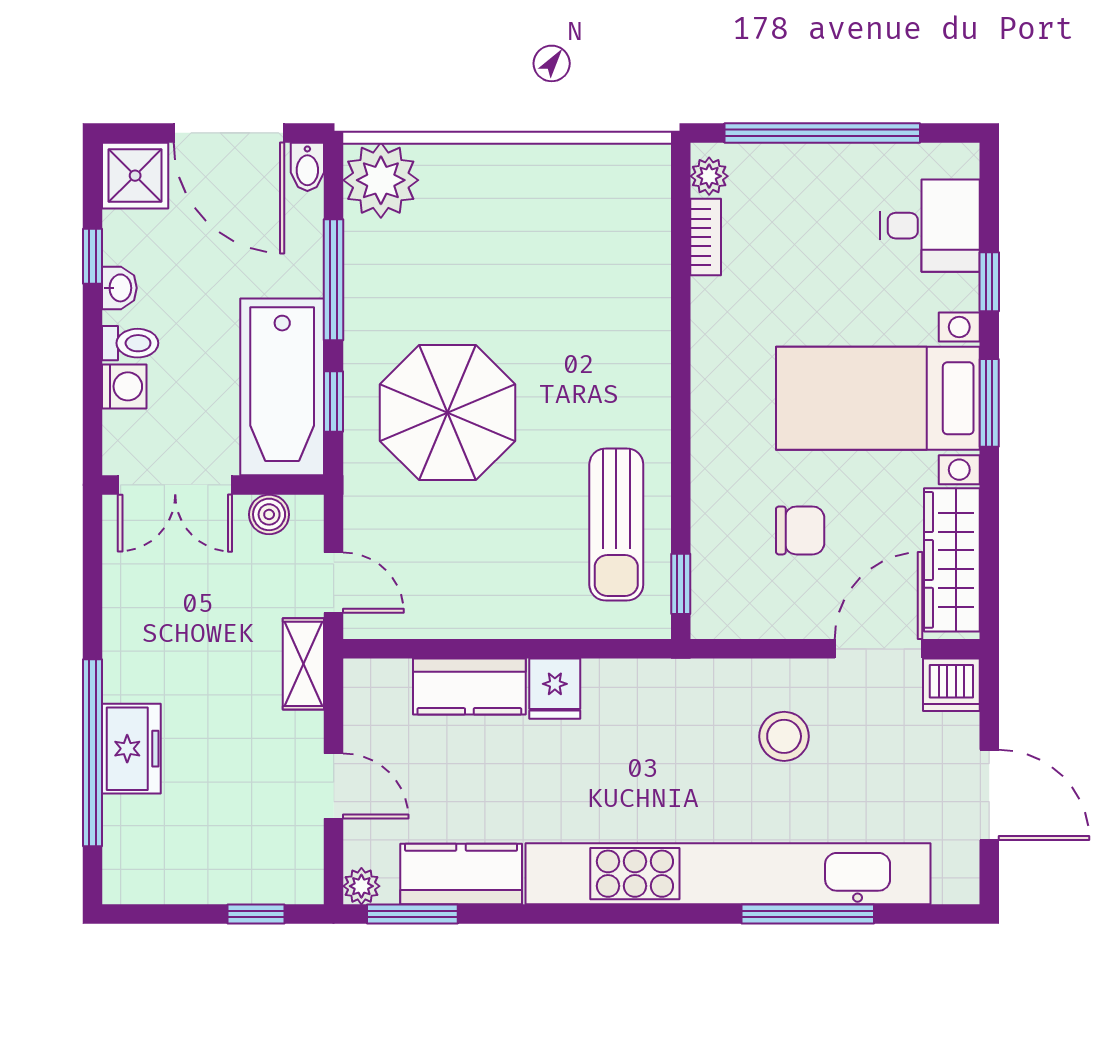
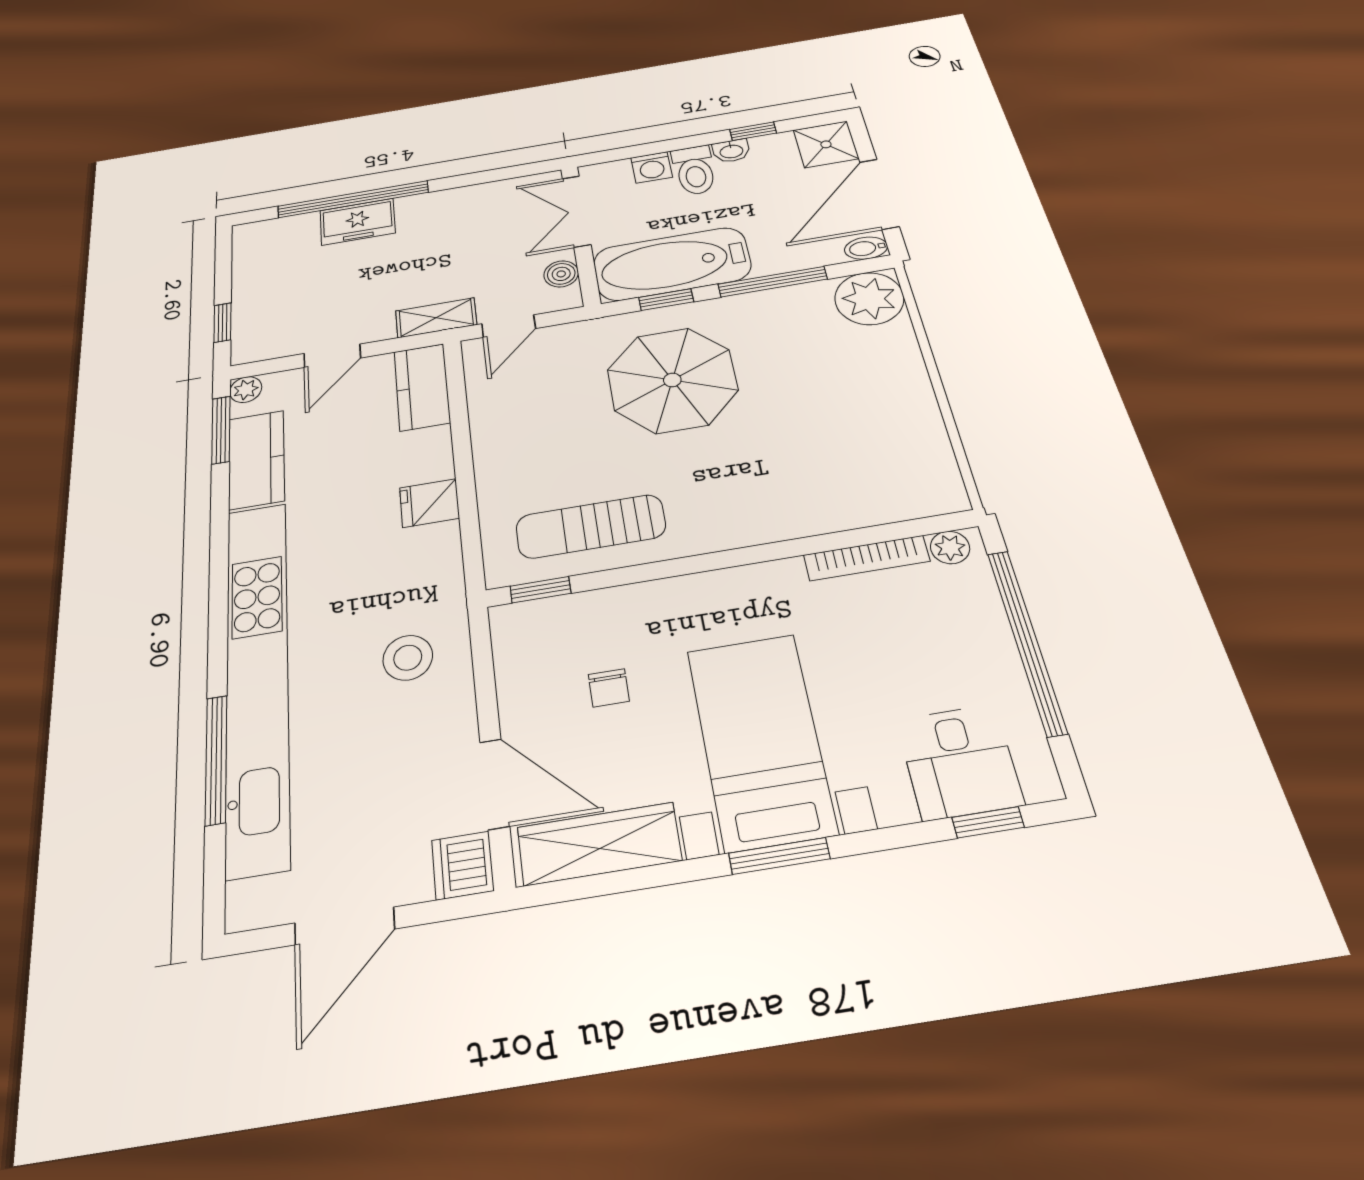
bookcase: (706, 237) -> (867, 558), width x1.56
window: (989, 282) -> (988, 822), moved
toilet: (130, 343) -> (694, 170), width x1.37, depth x1.39
chair: (800, 530) -> (609, 688), width x0.73, depth x0.73
kitchen counter: (469, 687) -> (422, 387), moved
stool: (784, 736) -> (408, 658), moved

